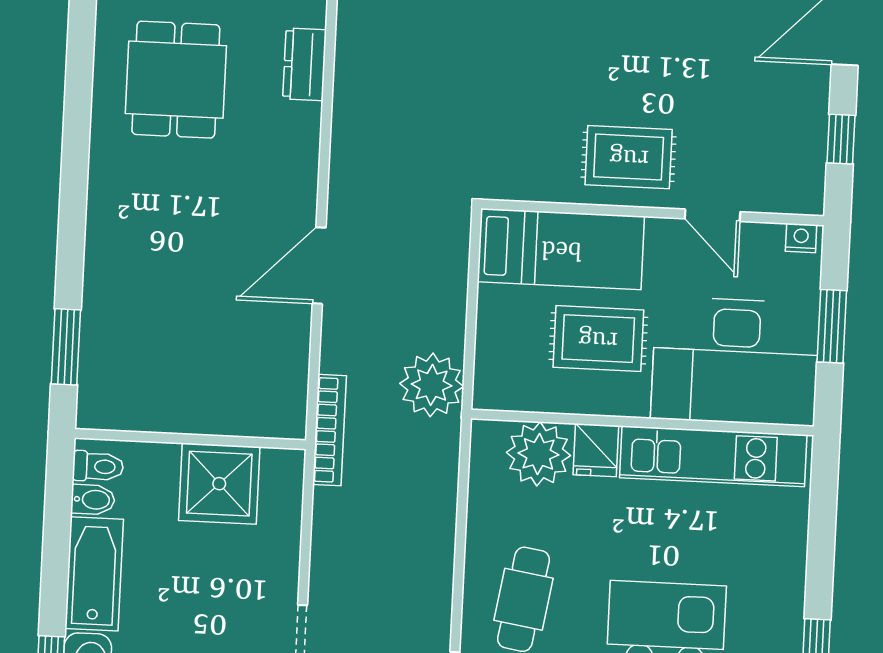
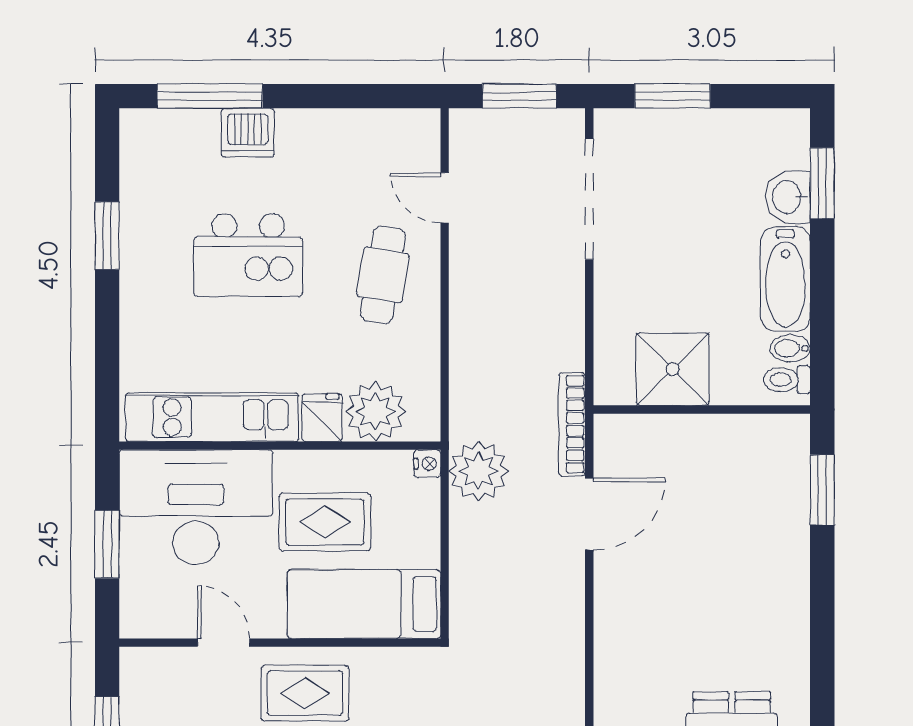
nightstand: (801, 238) -> (427, 464), moved, turned -90
door: (319, 266) -> (589, 514), moved

